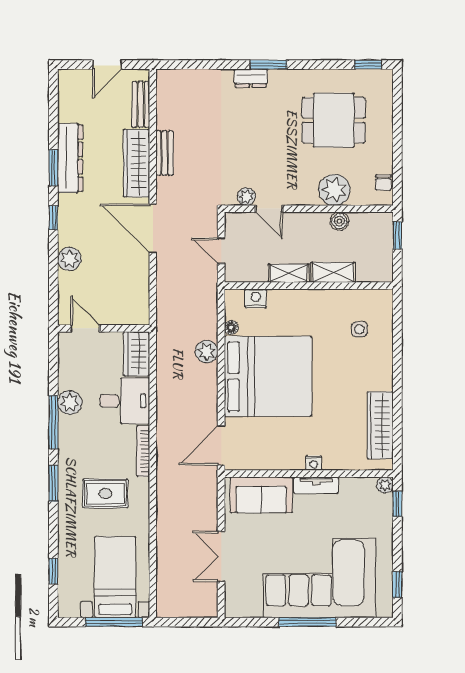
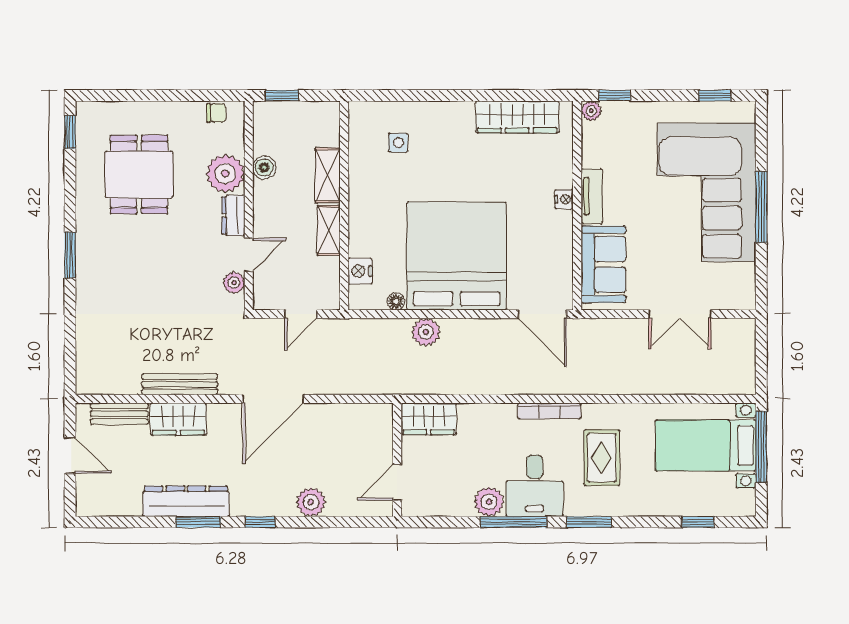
dresser: (251, 78) -> (233, 215), moved, turned 180
bench: (165, 153) -> (180, 384), width x1.36
wardrobe: (136, 163) -> (178, 419), width x0.67
desk: (125, 401) -> (535, 486), moved, turned 180

